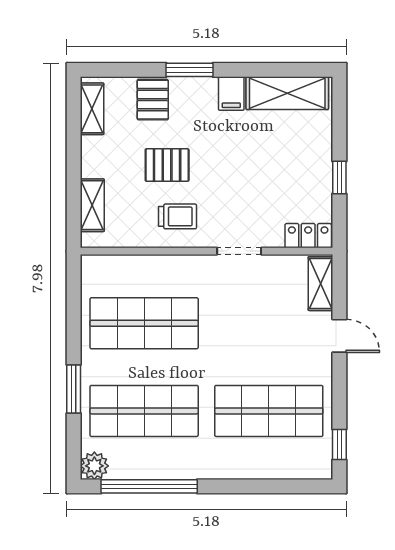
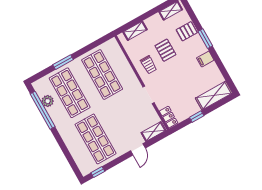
shelving: (287, 93) -> (214, 96), moved, turned 90
plant: (94, 466) -> (48, 101), moved

